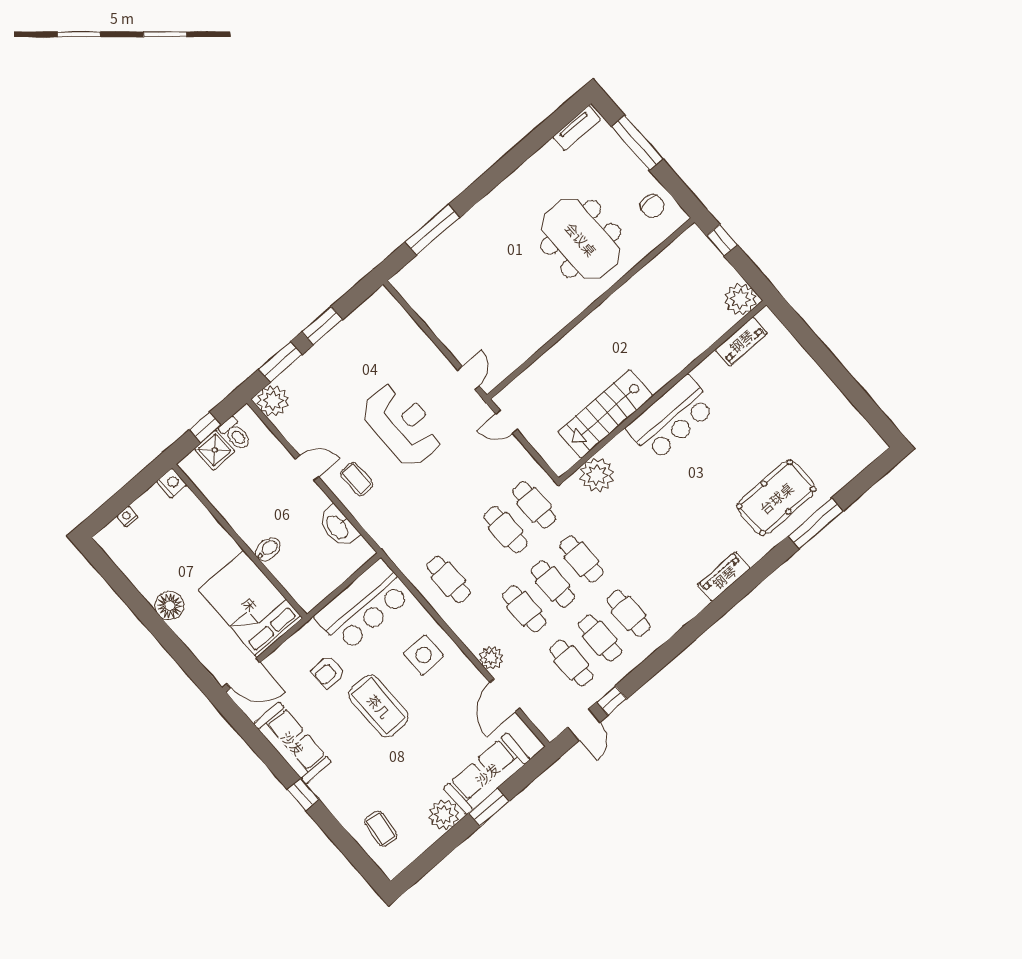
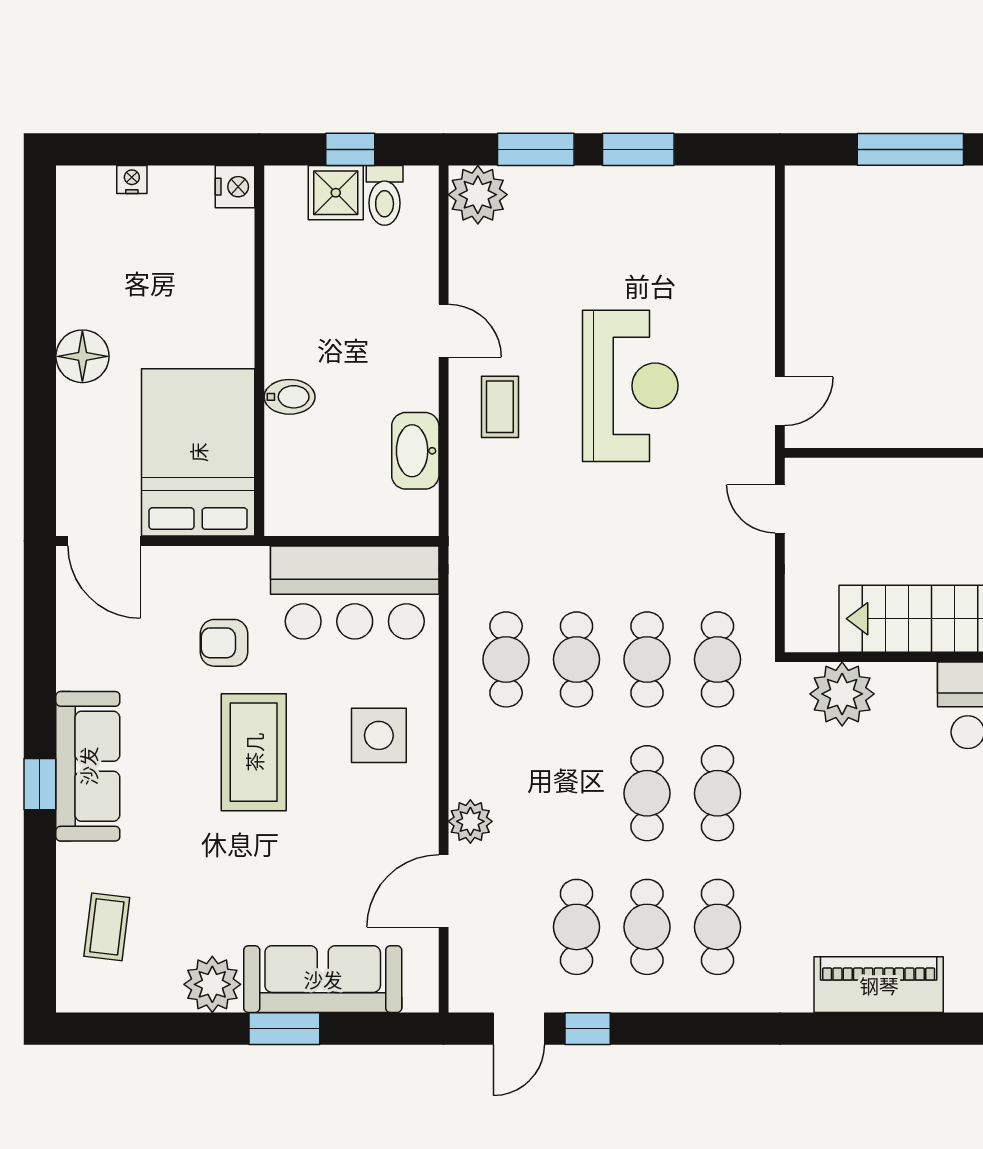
piano: (724, 577) -> (879, 985), width x1.37, depth x1.33
cafe table: (524, 609) -> (577, 659), moved
sofa: (293, 743) -> (88, 766), moved

